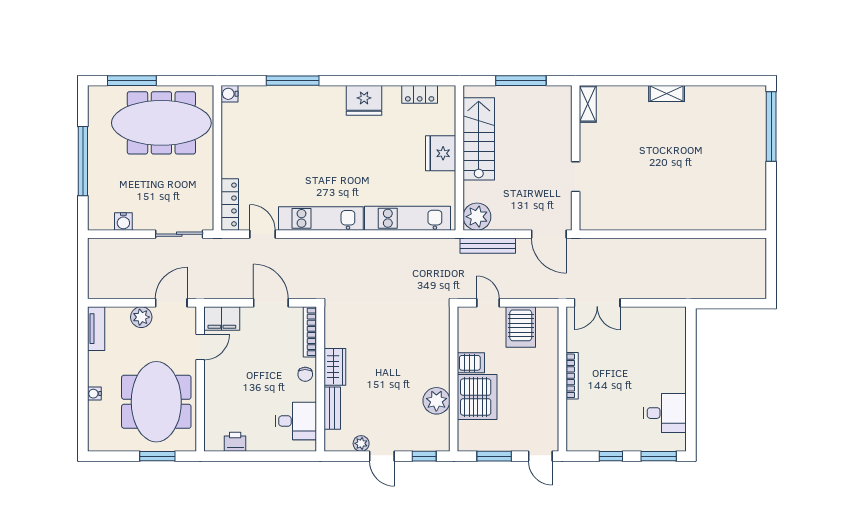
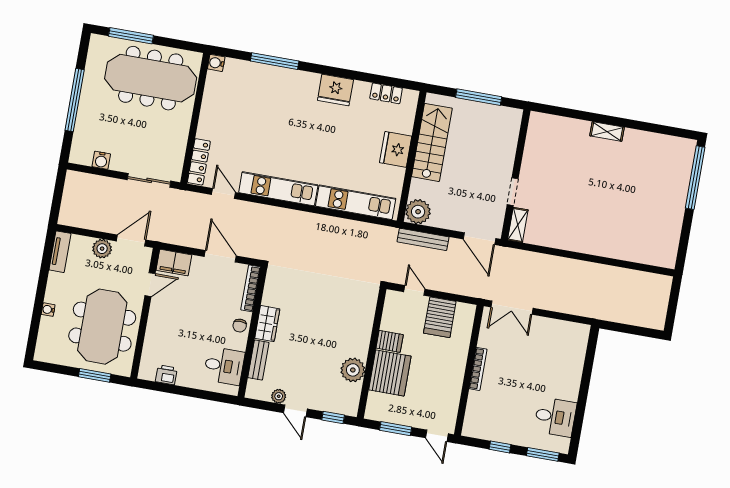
shelving: (588, 104) -> (518, 225), moved

